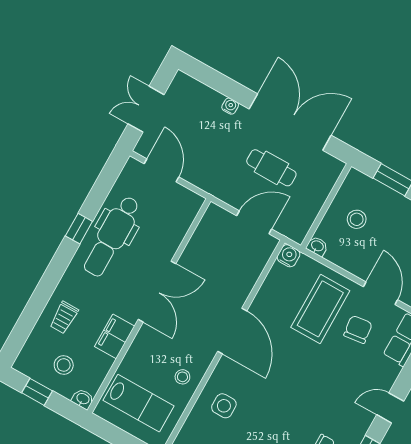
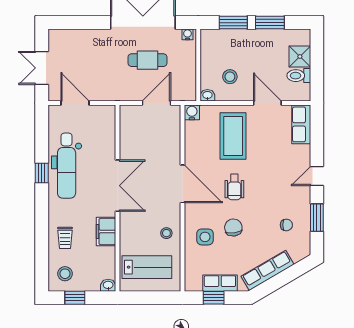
water cooler: (230, 106) -> (187, 34), moved
stool: (357, 219) -> (230, 77), moved
chair: (358, 329) -> (233, 228), moved
stool: (64, 365) -> (65, 274), moved
wheelchair: (289, 368) -> (234, 187), added

